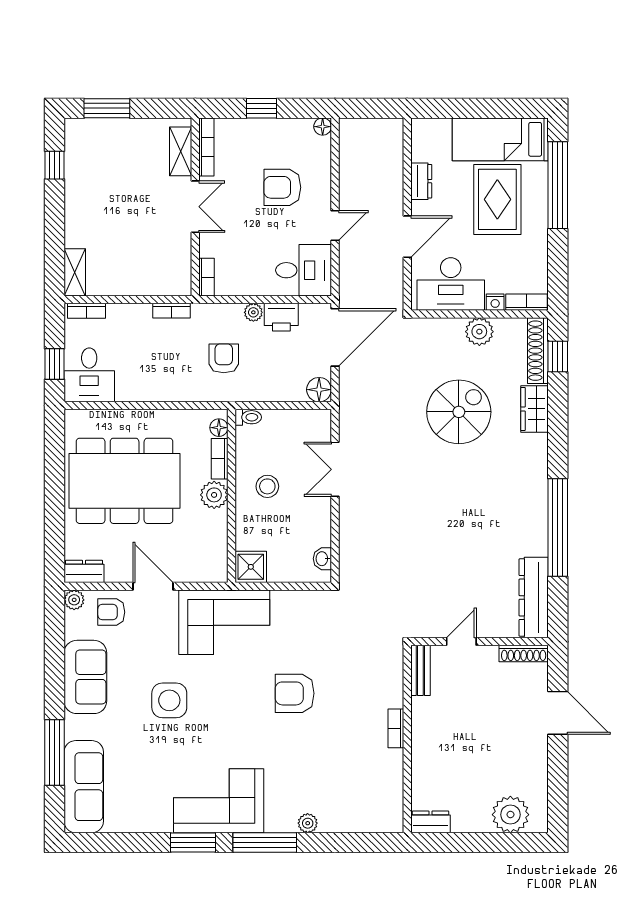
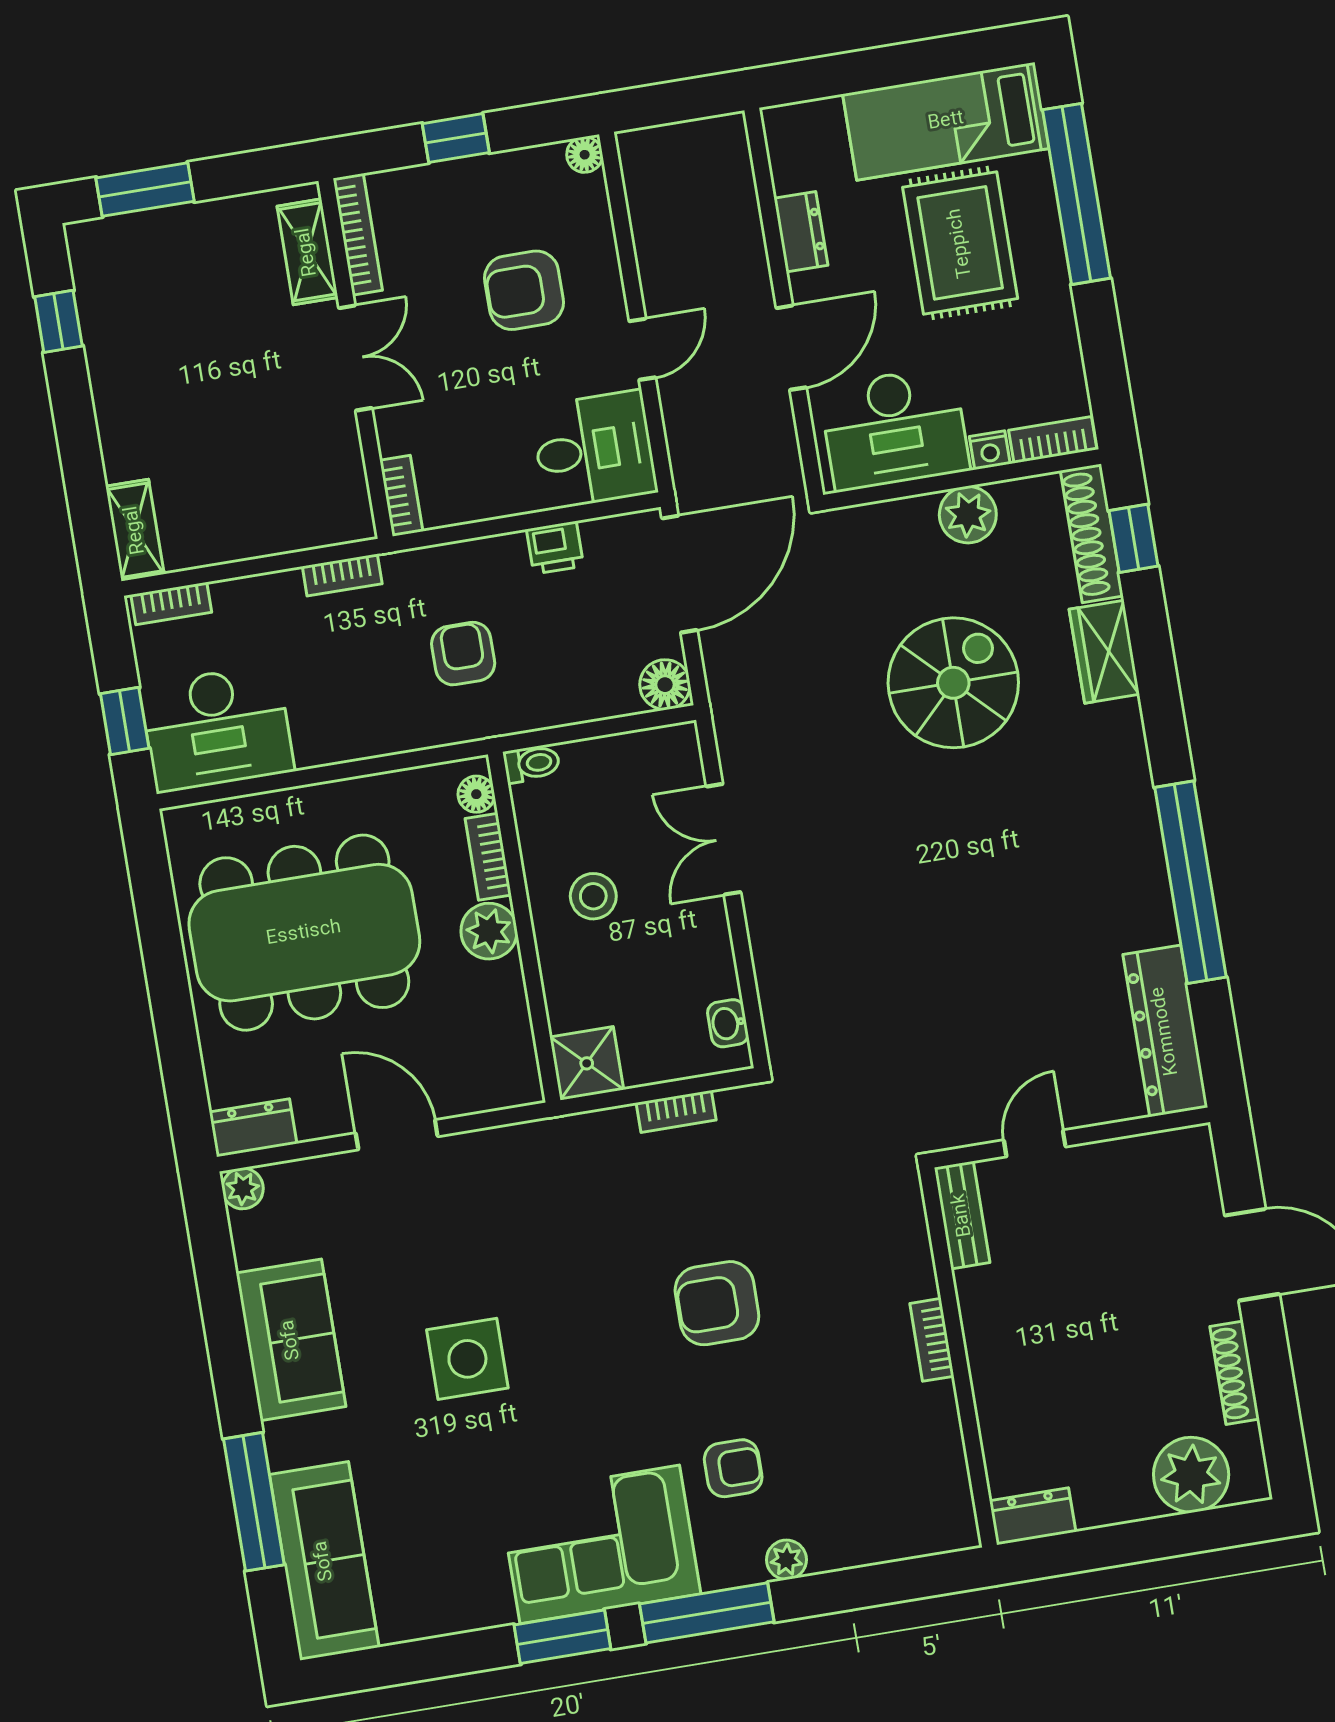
plant: (253, 312) -> (507, 551), removed
printer: (281, 317) -> (555, 548), width x0.73, depth x0.81
desk: (89, 375) -> (217, 728), width x1.37
bookcase: (290, 597) -> (676, 1111), added
armchair: (111, 612) -> (733, 1468), moved, turned 180
corner sofa: (224, 622) -> (552, 1183), removed
shoe rack: (524, 653) -> (1235, 1373), moved, turned 90

